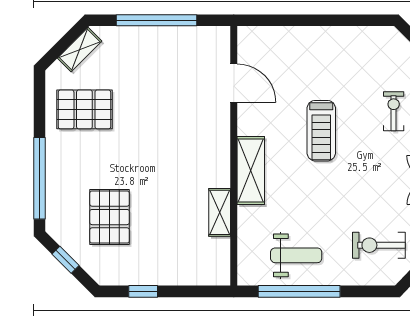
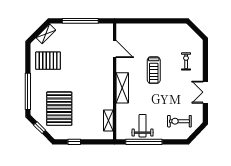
shelving: (220, 212) -> (108, 120), moved
pallet: (110, 217) -> (59, 109), width x1.37, depth x1.41
weight bench: (296, 255) -> (143, 126), turned -90

